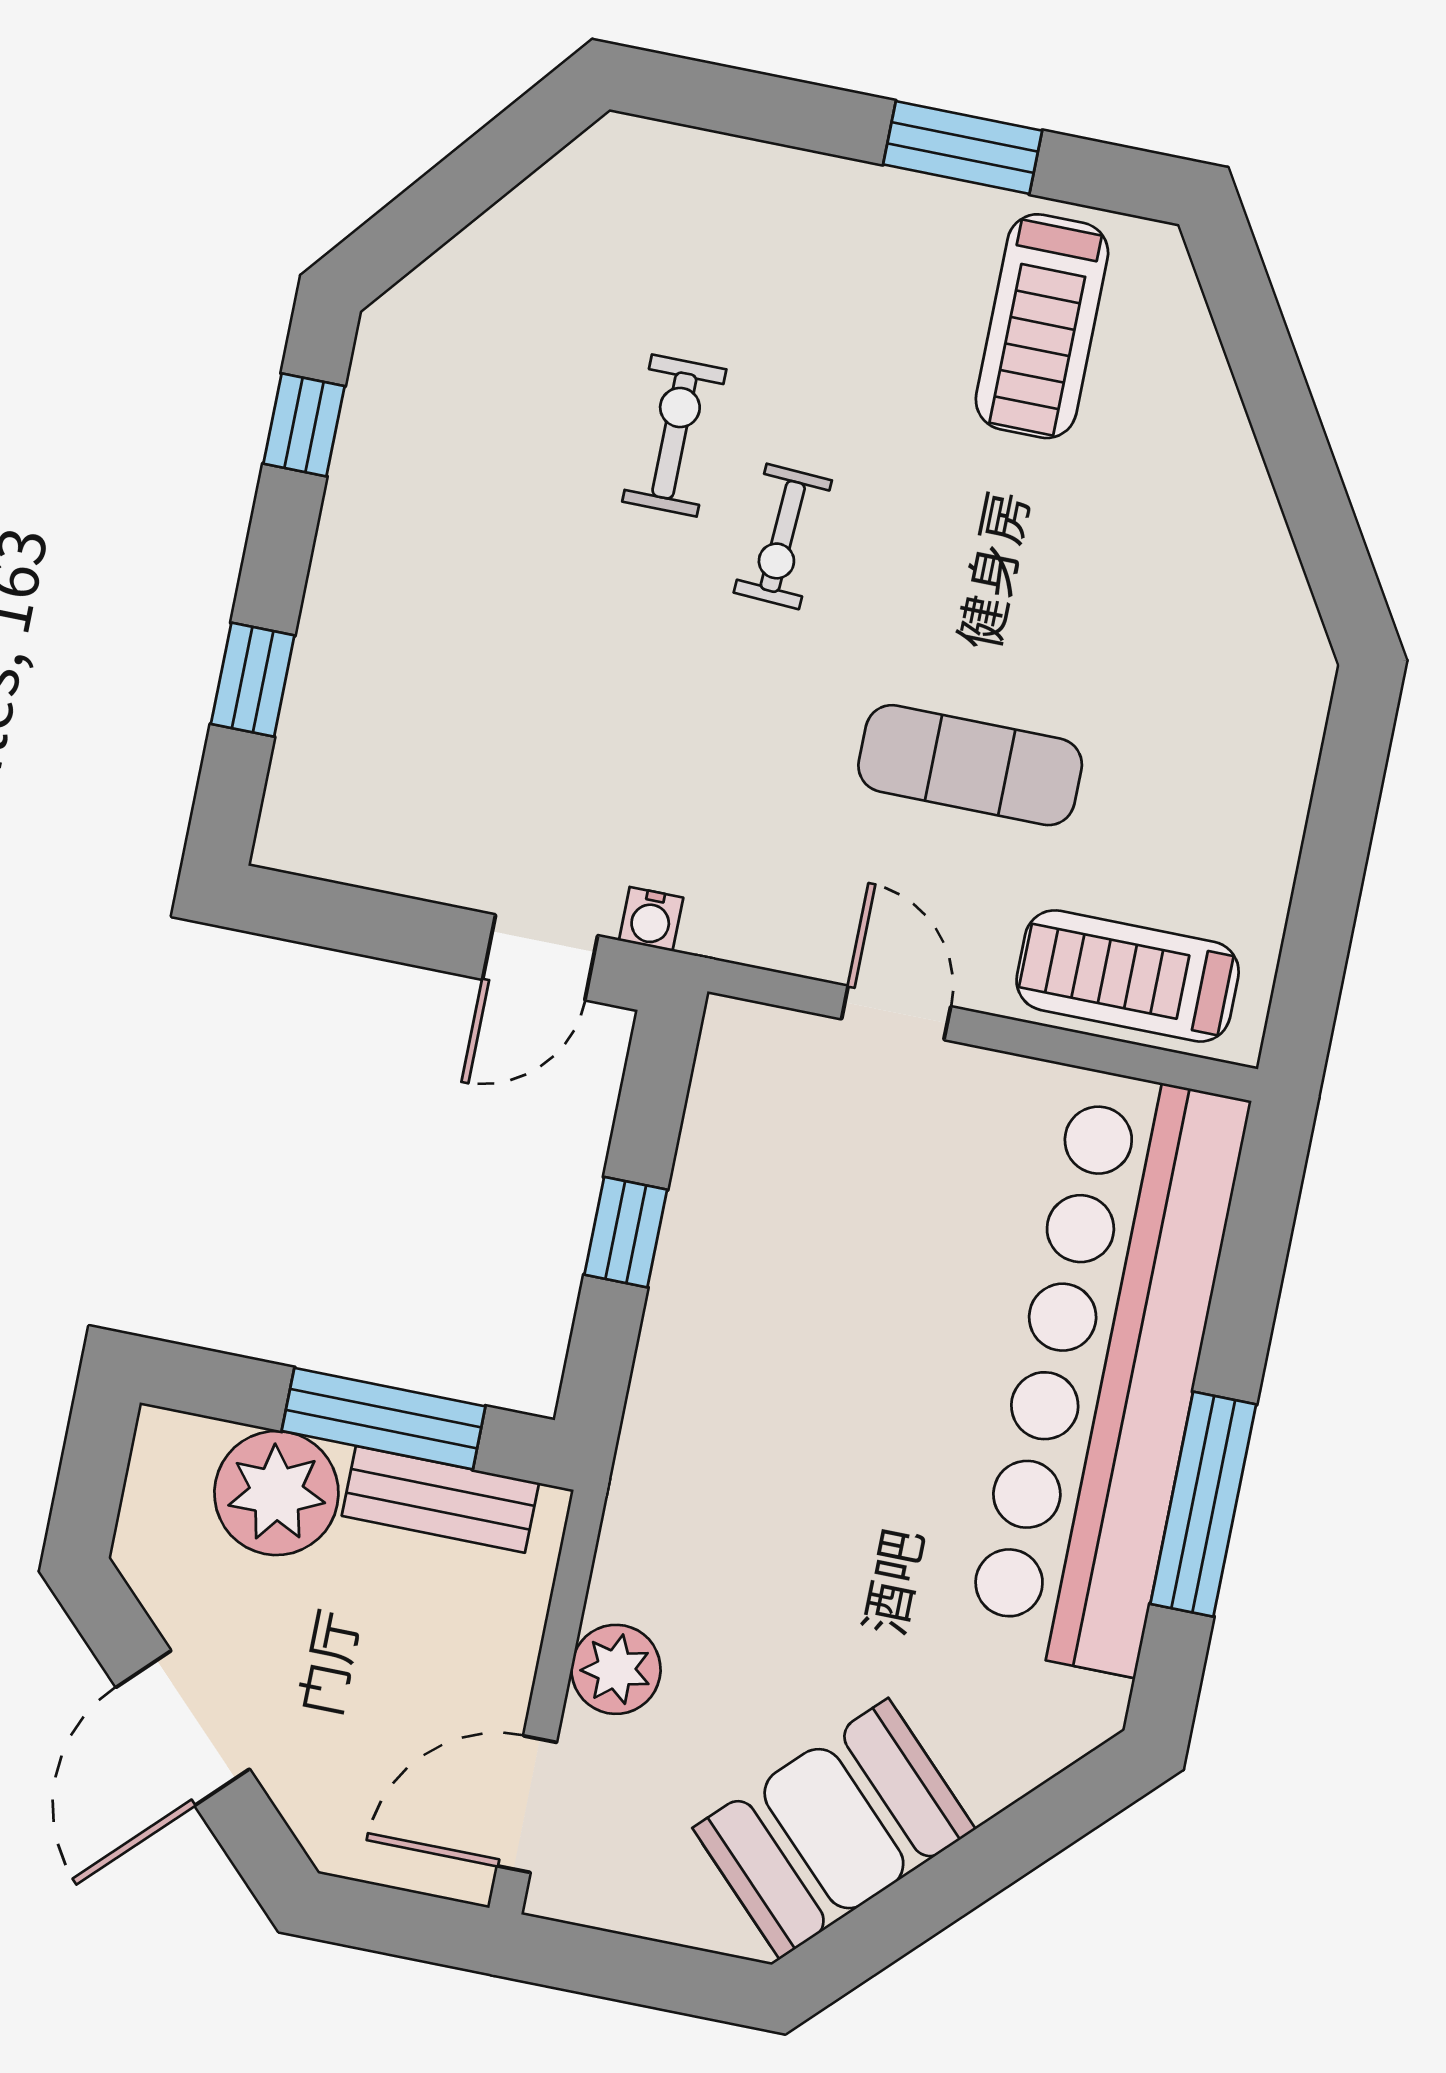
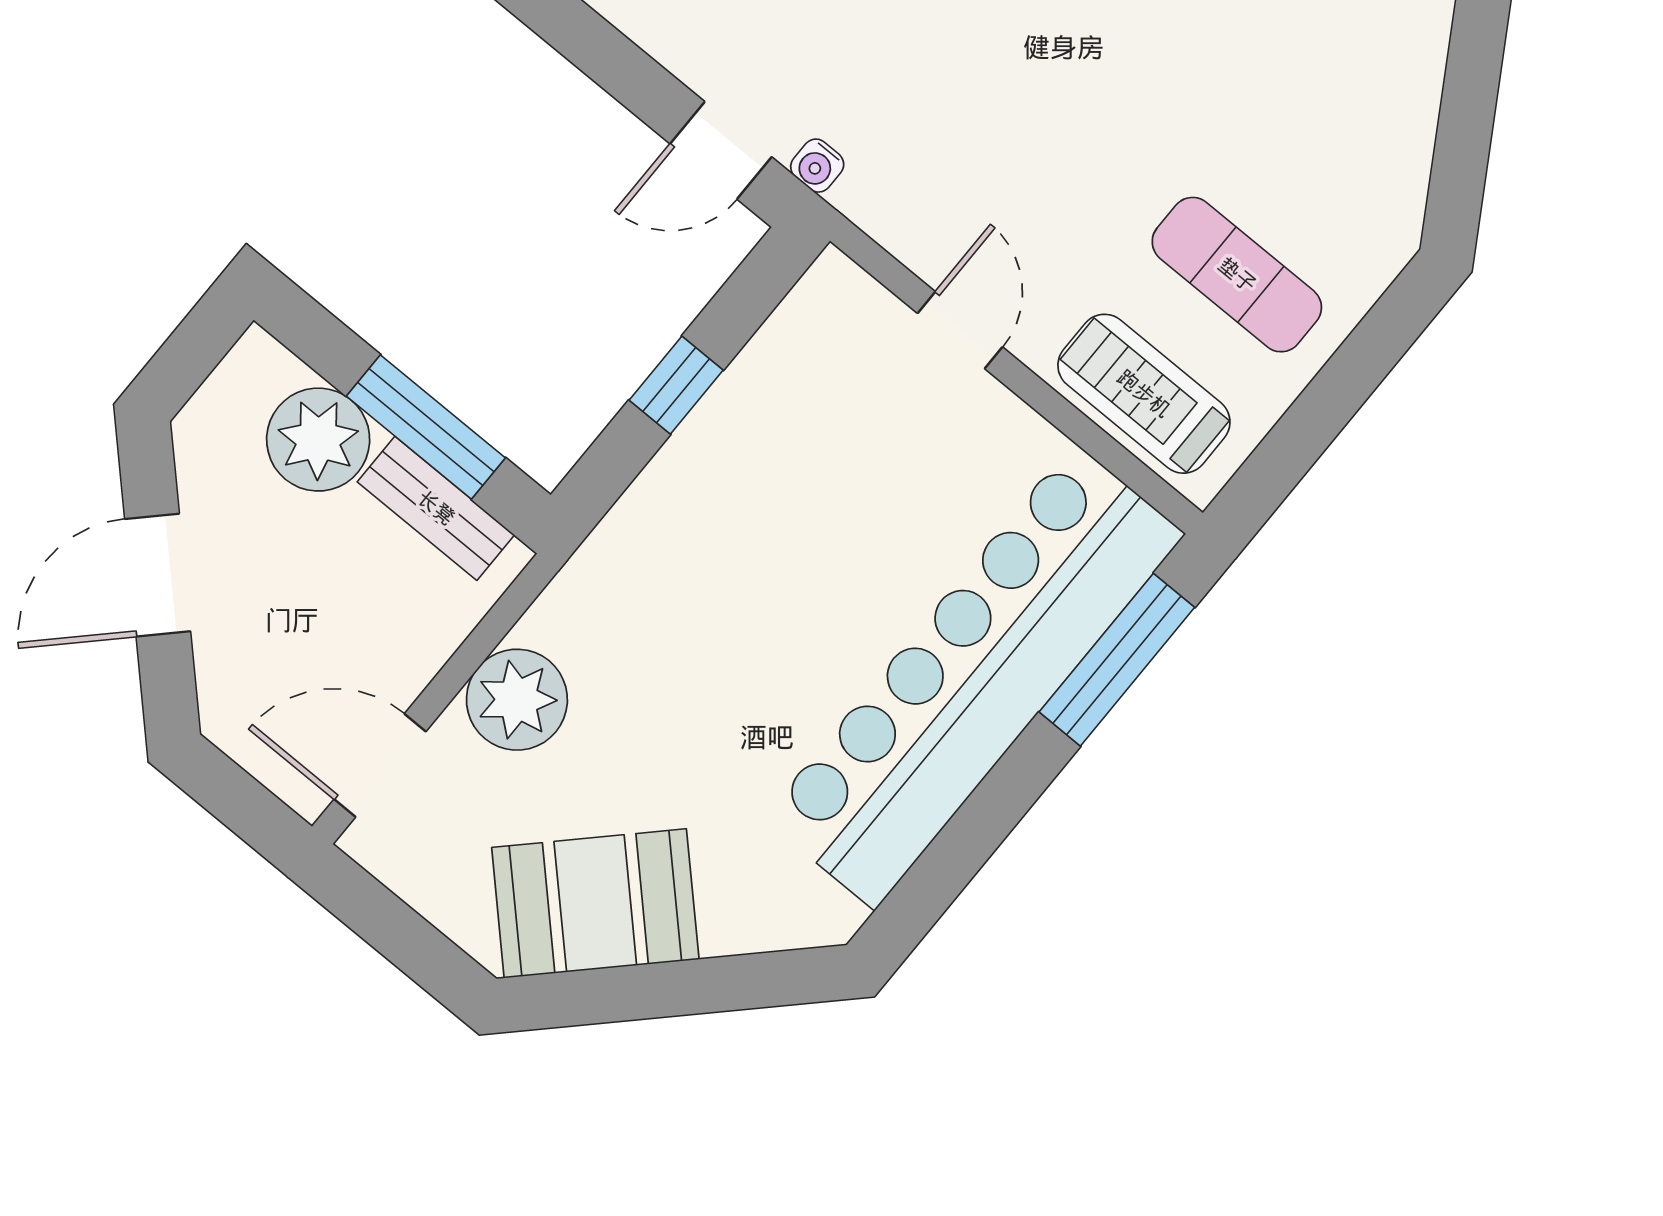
exercise mat: (970, 765) -> (1237, 275), moved
window: (1203, 1504) -> (1117, 660), moved
plant: (616, 1669) -> (517, 700), width x1.36, depth x1.36

